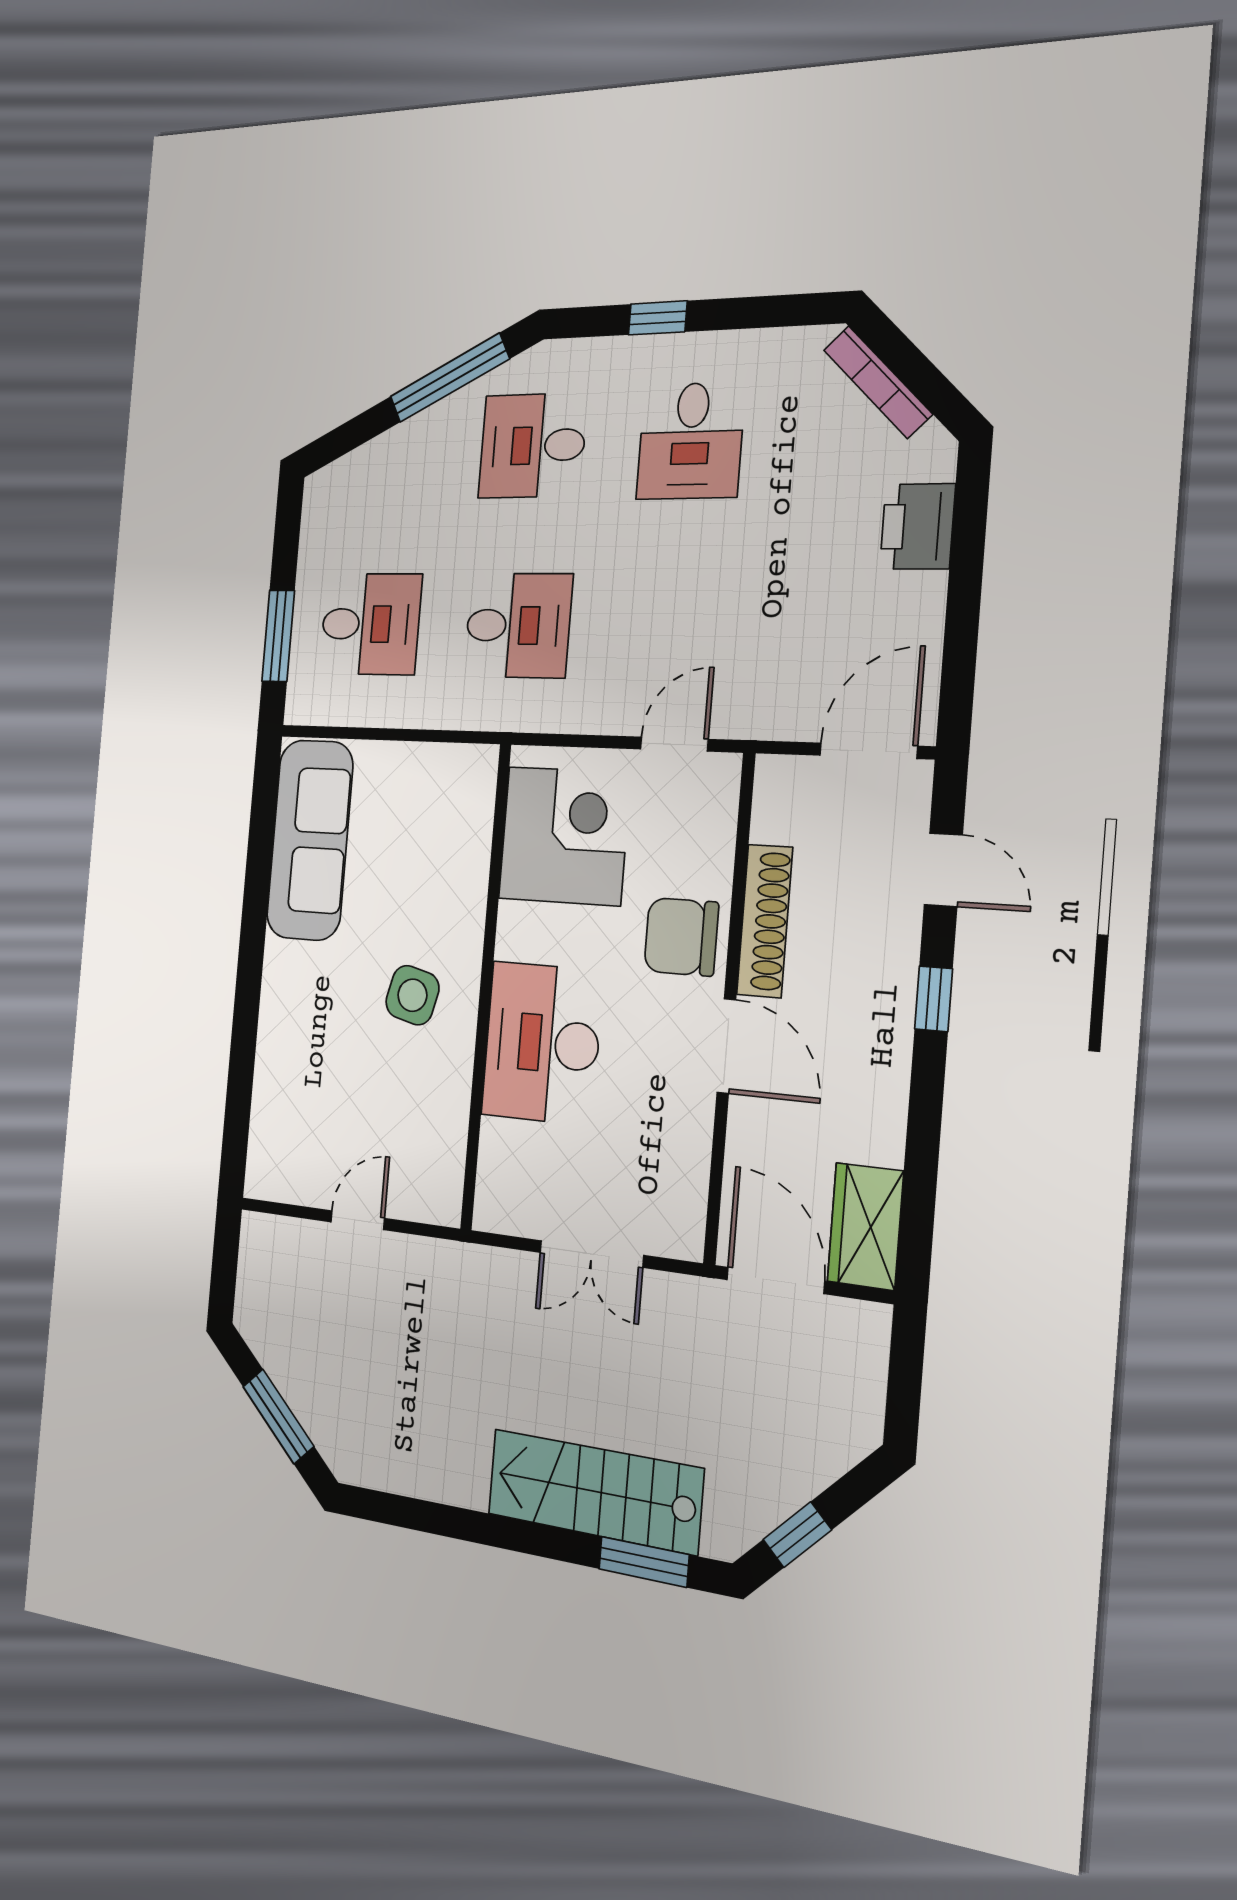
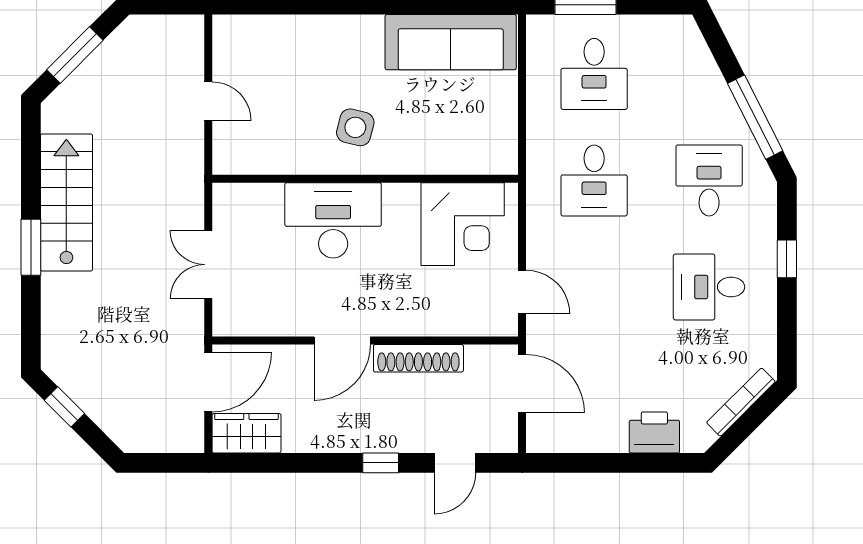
door: (868, 751) -> (522, 384), moved
chair: (681, 937) -> (405, 306), removed
stairs: (594, 1491) -> (66, 203), moved
window: (644, 1562) -> (31, 247), moved

